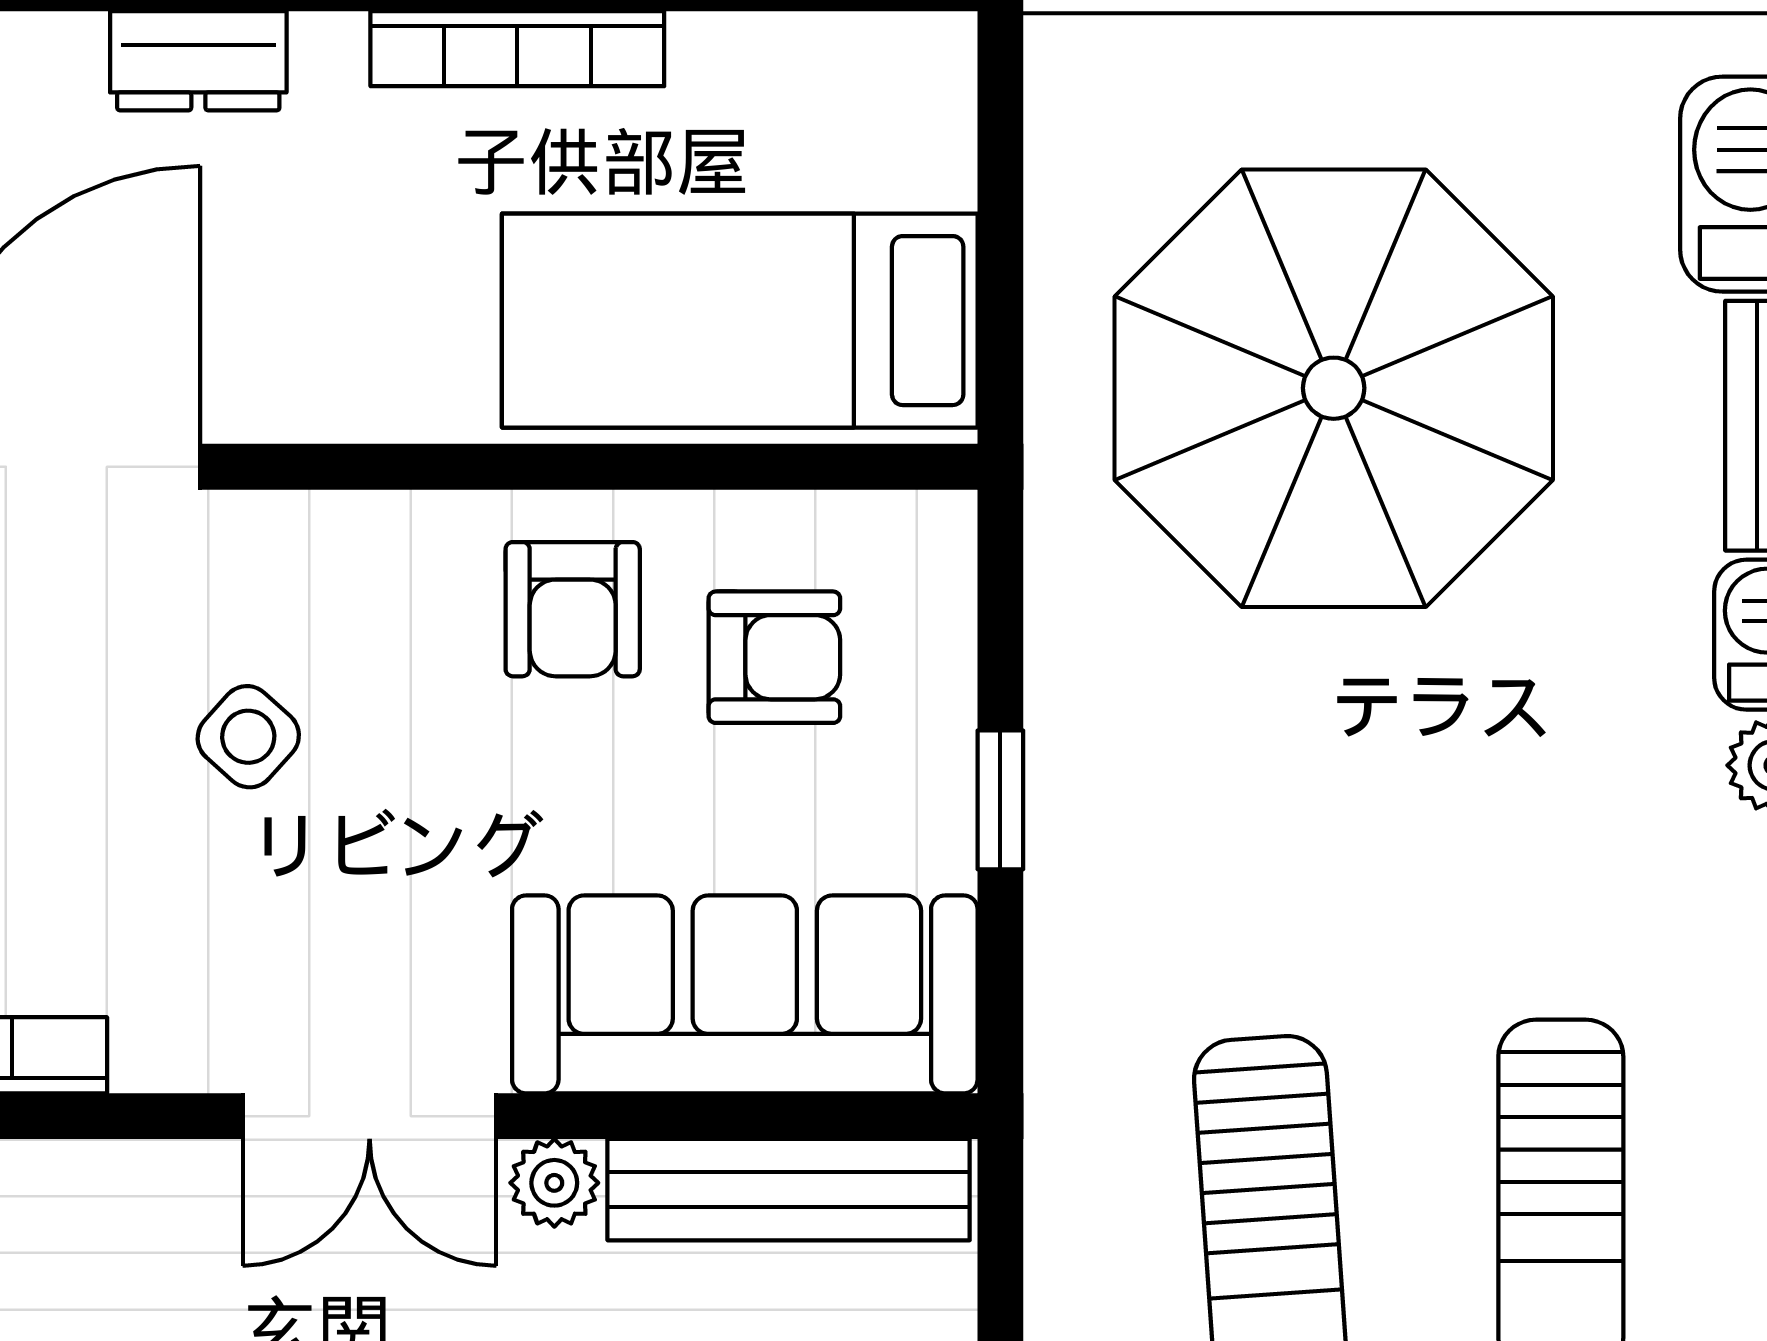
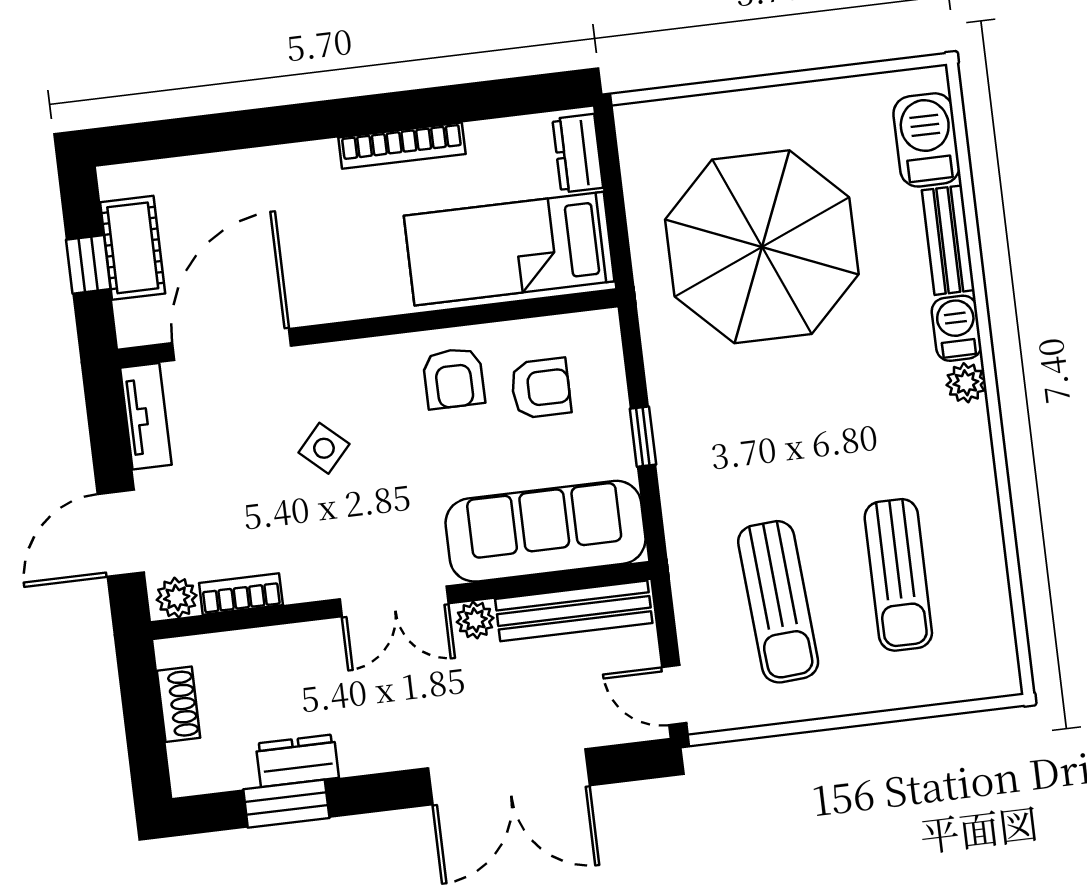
dresser: (198, 61) -> (578, 153), moved, turned 90

